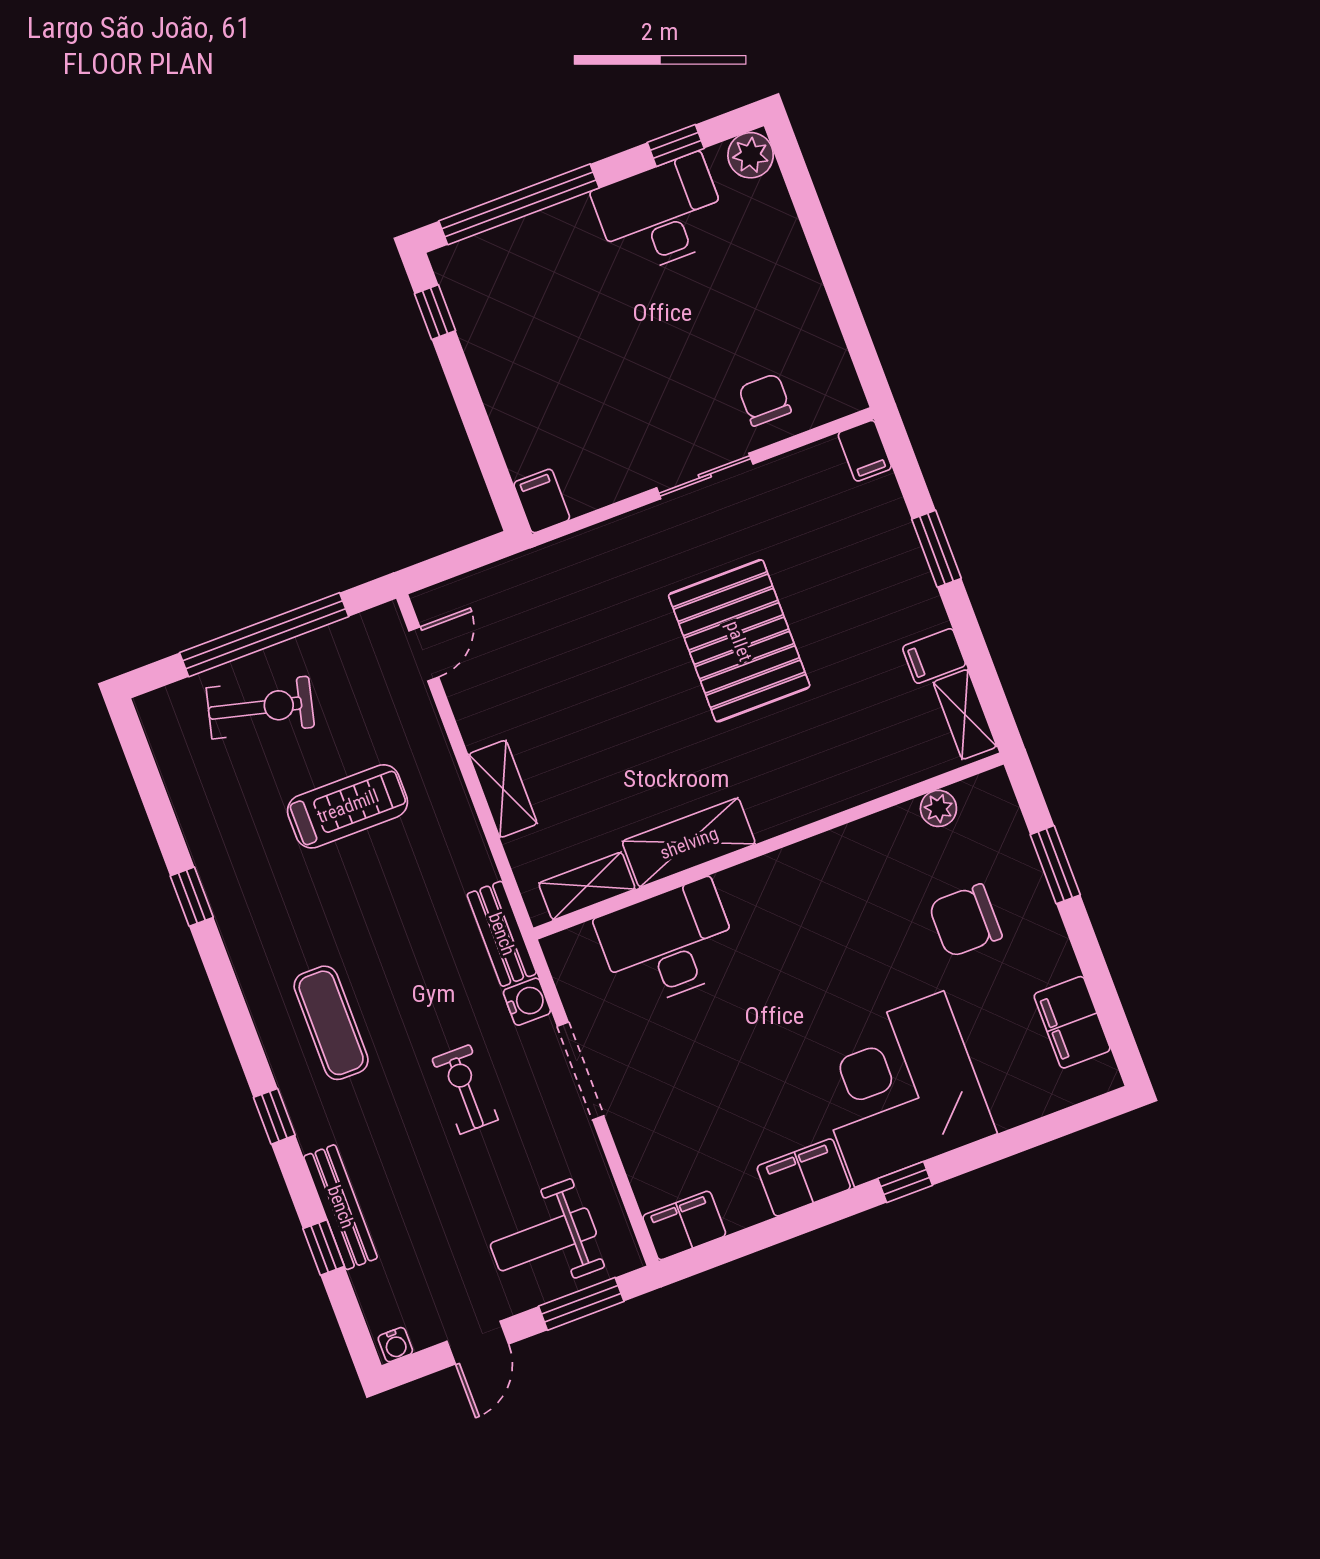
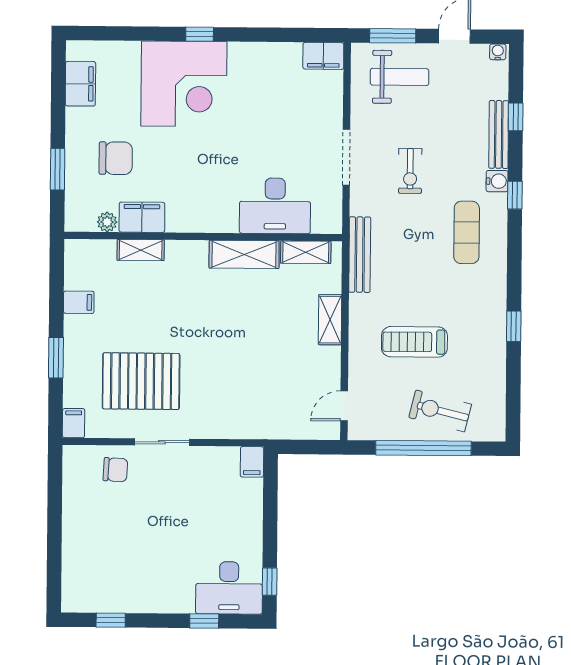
plant: (751, 155) -> (74, 600), removed
window: (519, 204) -> (204, 621), width x0.32
desk: (661, 215) -> (229, 588), moved
chair: (765, 400) -> (115, 470), turned -87
pallet: (739, 641) -> (141, 381), moved, turned 90
shelving: (965, 714) -> (141, 250), moved, turned 90
bench: (502, 934) -> (360, 255), width x1.36
water cooler: (527, 1002) -> (497, 181), moved, turned 180
filing cabinet: (804, 1177) -> (142, 217), moved, turned 180

